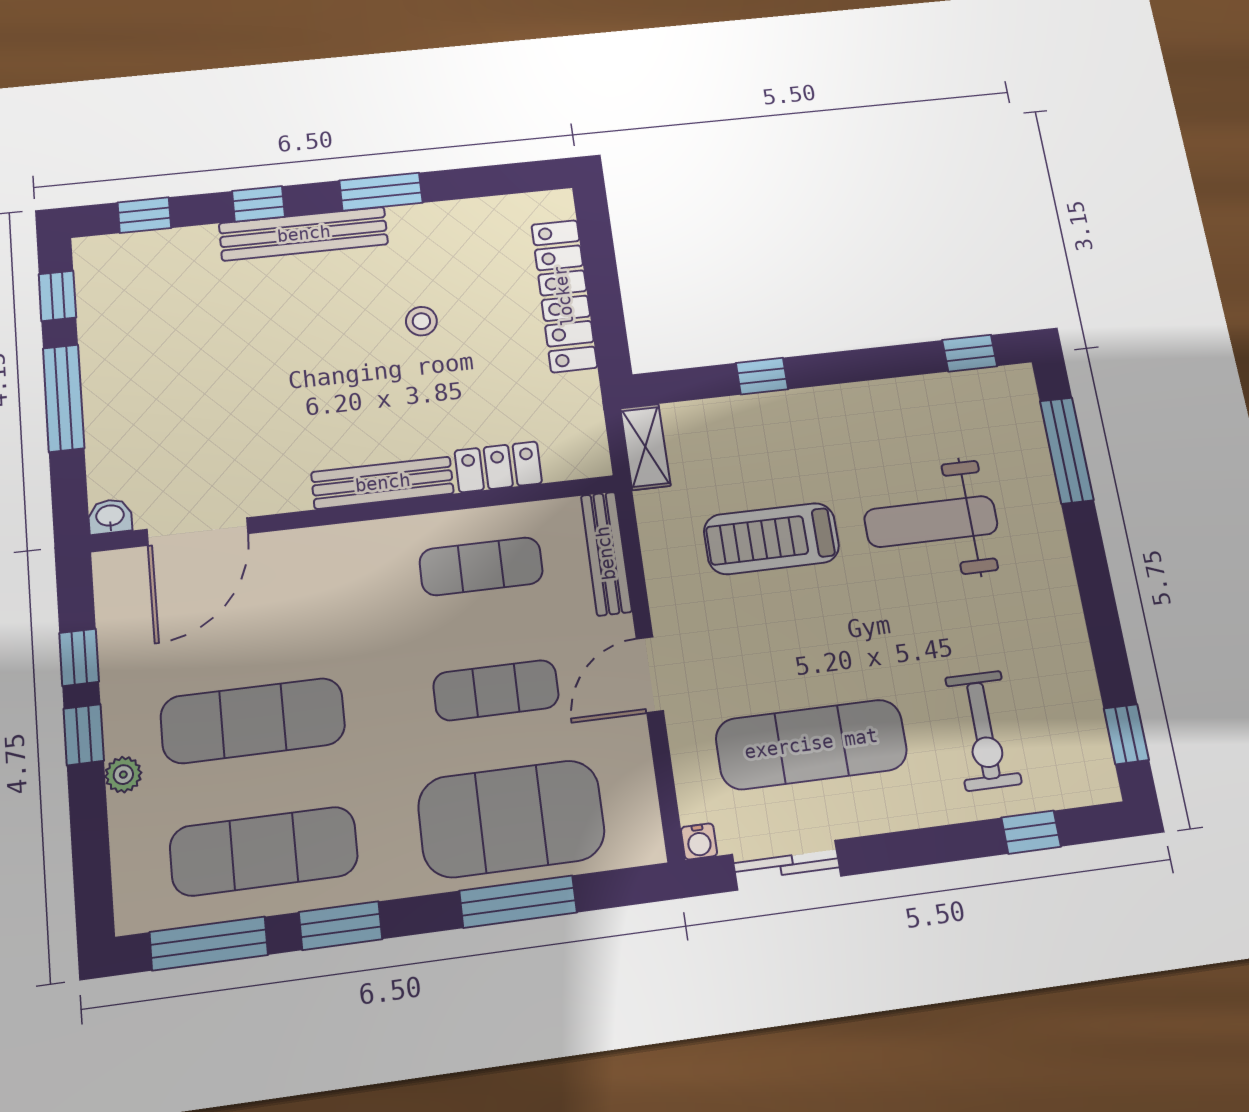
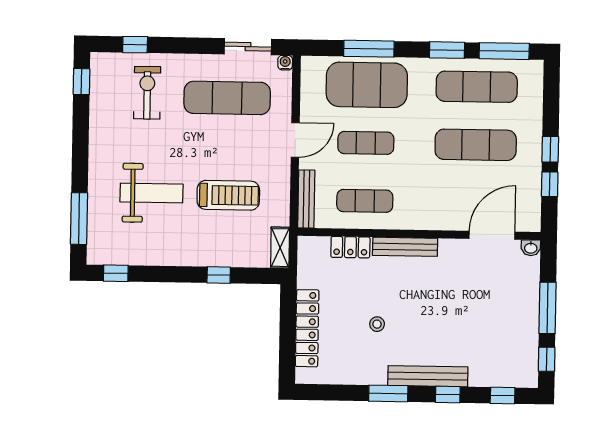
plant: (123, 775) -> (535, 129), removed

